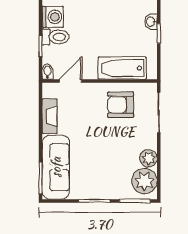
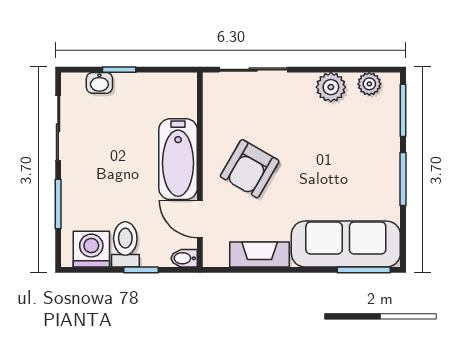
bathtub: (122, 68) -> (178, 159), moved
armchair: (121, 105) -> (250, 169), moved, turned 30
plant: (144, 181) -> (369, 84), width x0.53, depth x0.53

